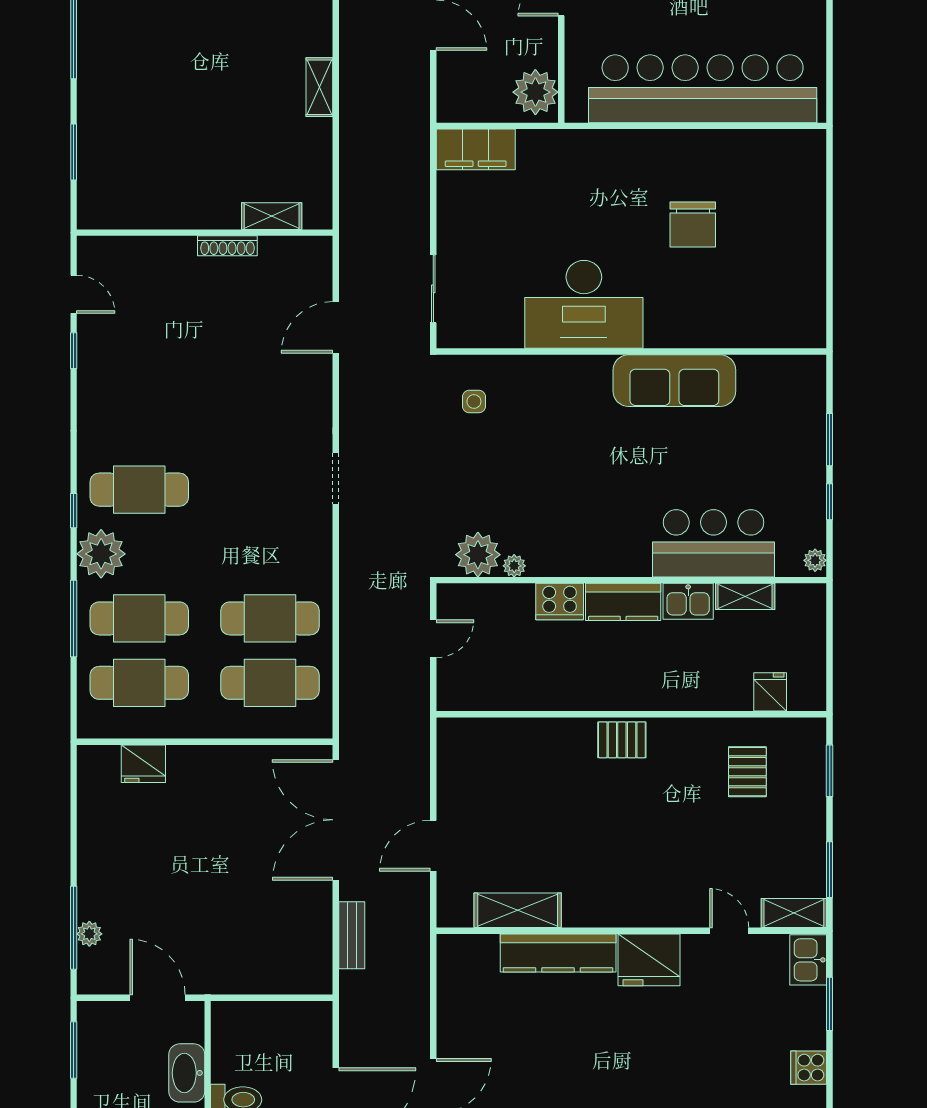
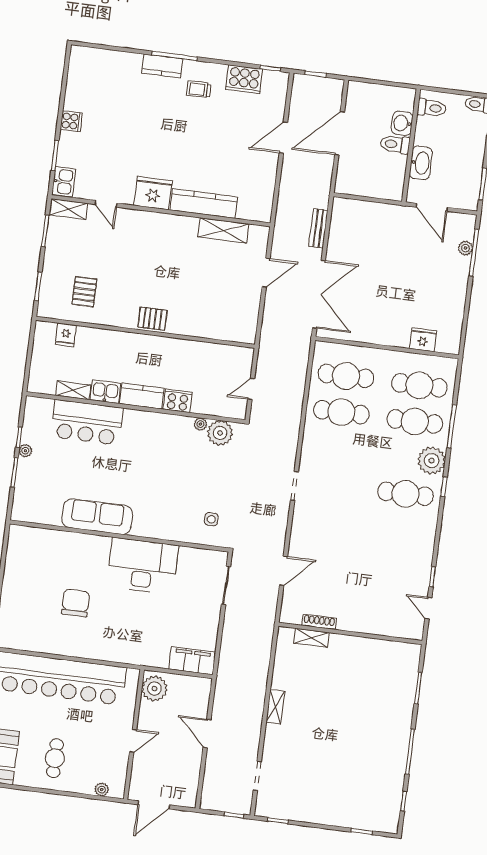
shoe rack: (227, 246) -> (319, 622), moved
plant: (815, 560) -> (25, 451), moved

